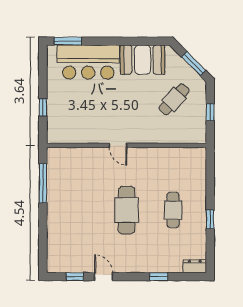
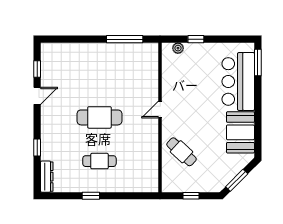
cafe table: (174, 99) -> (181, 152), moved
plant: (53, 126) -> (178, 48), added
dresser: (195, 266) -> (47, 177), width x1.44

